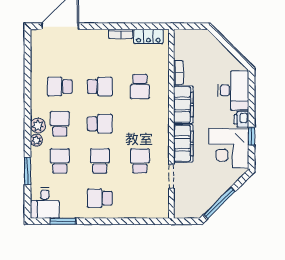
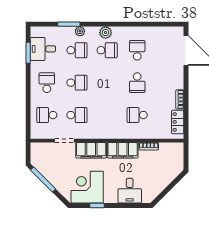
desk: (233, 90) -> (130, 191), width x0.73
printer: (241, 119) -> (111, 197), removed
school desk: (100, 124) -> (47, 115), moved, turned 90
plant: (36, 140) -> (80, 31), moved
desk: (45, 203) -> (43, 49), moved

